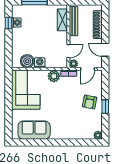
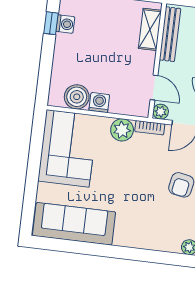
door: (68, 51) -> (154, 88), hinge flipped
sofa: (34, 130) -> (74, 224), width x1.36

